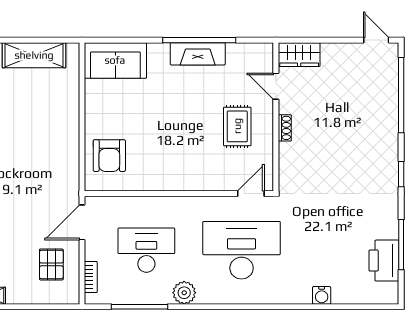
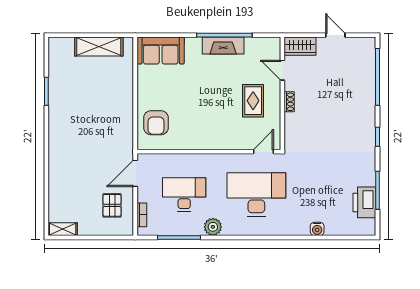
door: (376, 40) -> (335, 35), moved

